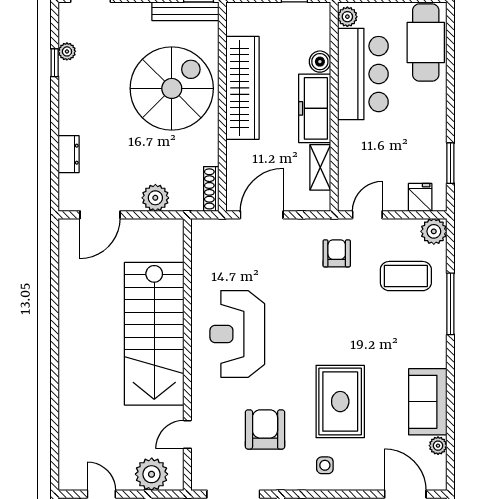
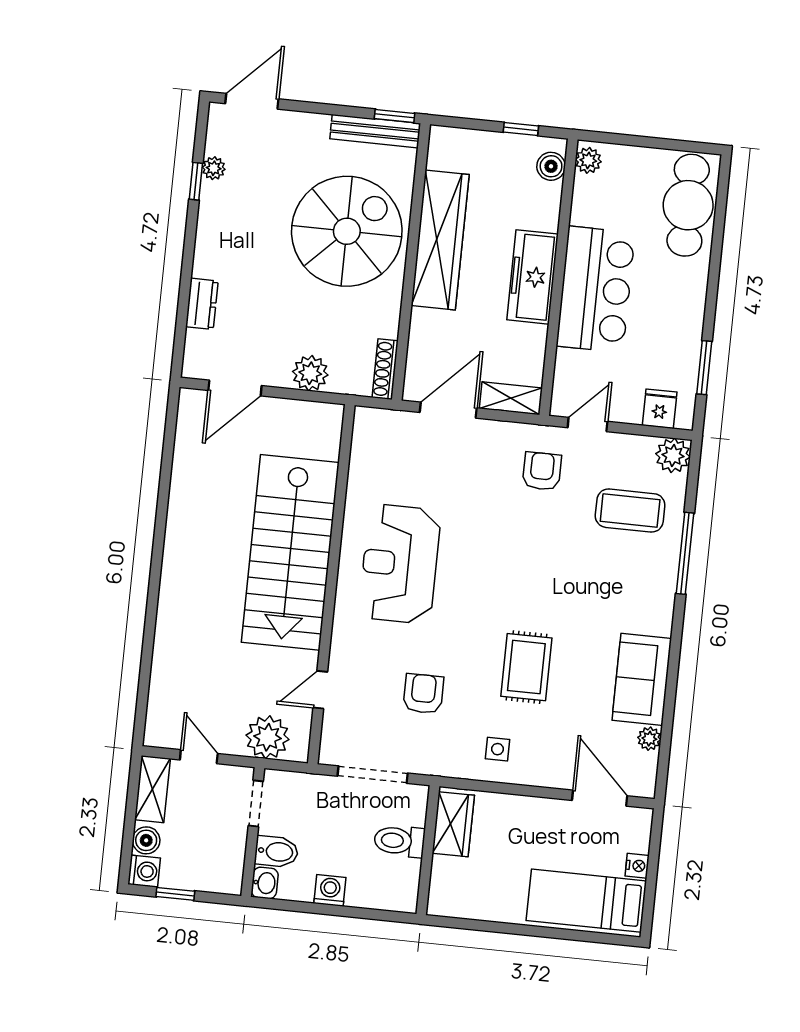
boiler: (320, 62) -> (551, 166), moved
bar counter: (363, 74) -> (596, 289), moved
shelving: (320, 167) -> (511, 398), moved, turned 90
rug: (340, 402) -> (526, 667), width x0.73, depth x0.70
armchair: (265, 429) -> (423, 694), width x0.72, depth x0.72

